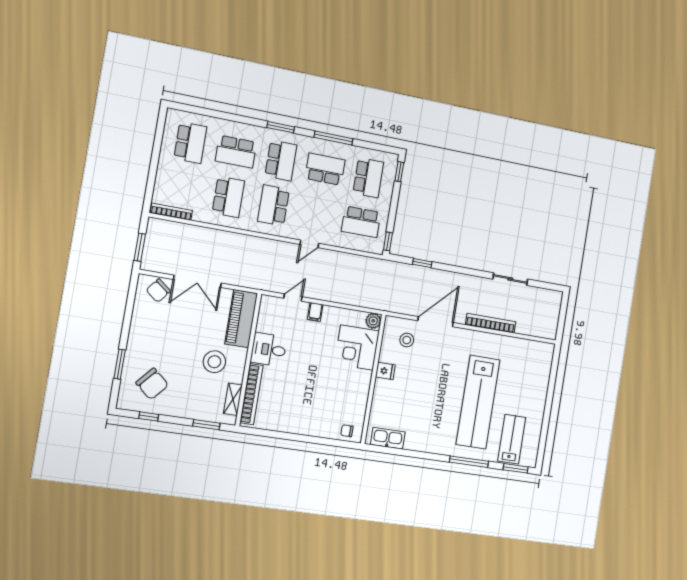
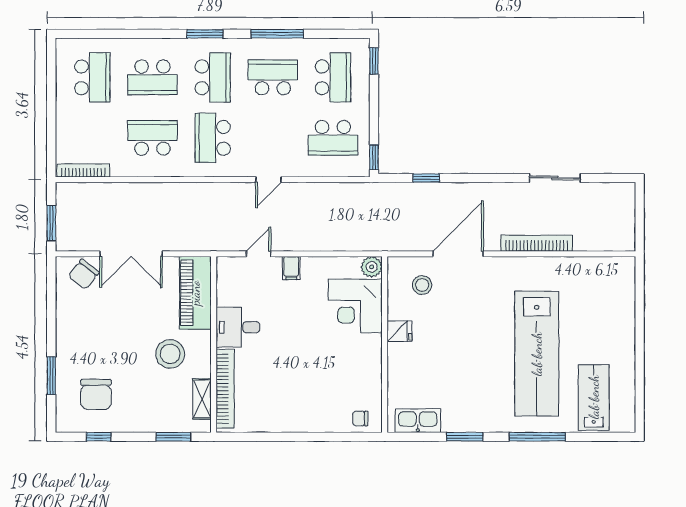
school desk: (228, 197) -> (152, 138), turned -90
chair: (152, 384) -> (96, 394), turned 49
window: (516, 468) -> (465, 437), moved

